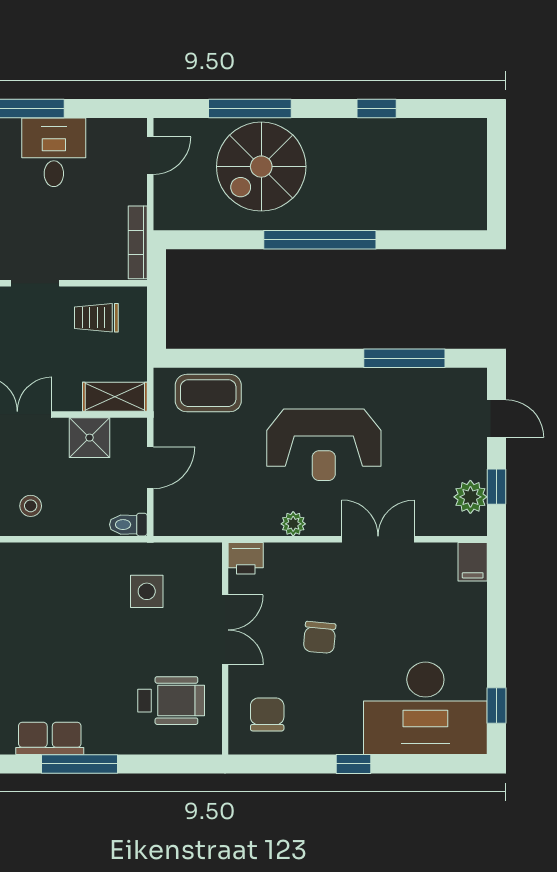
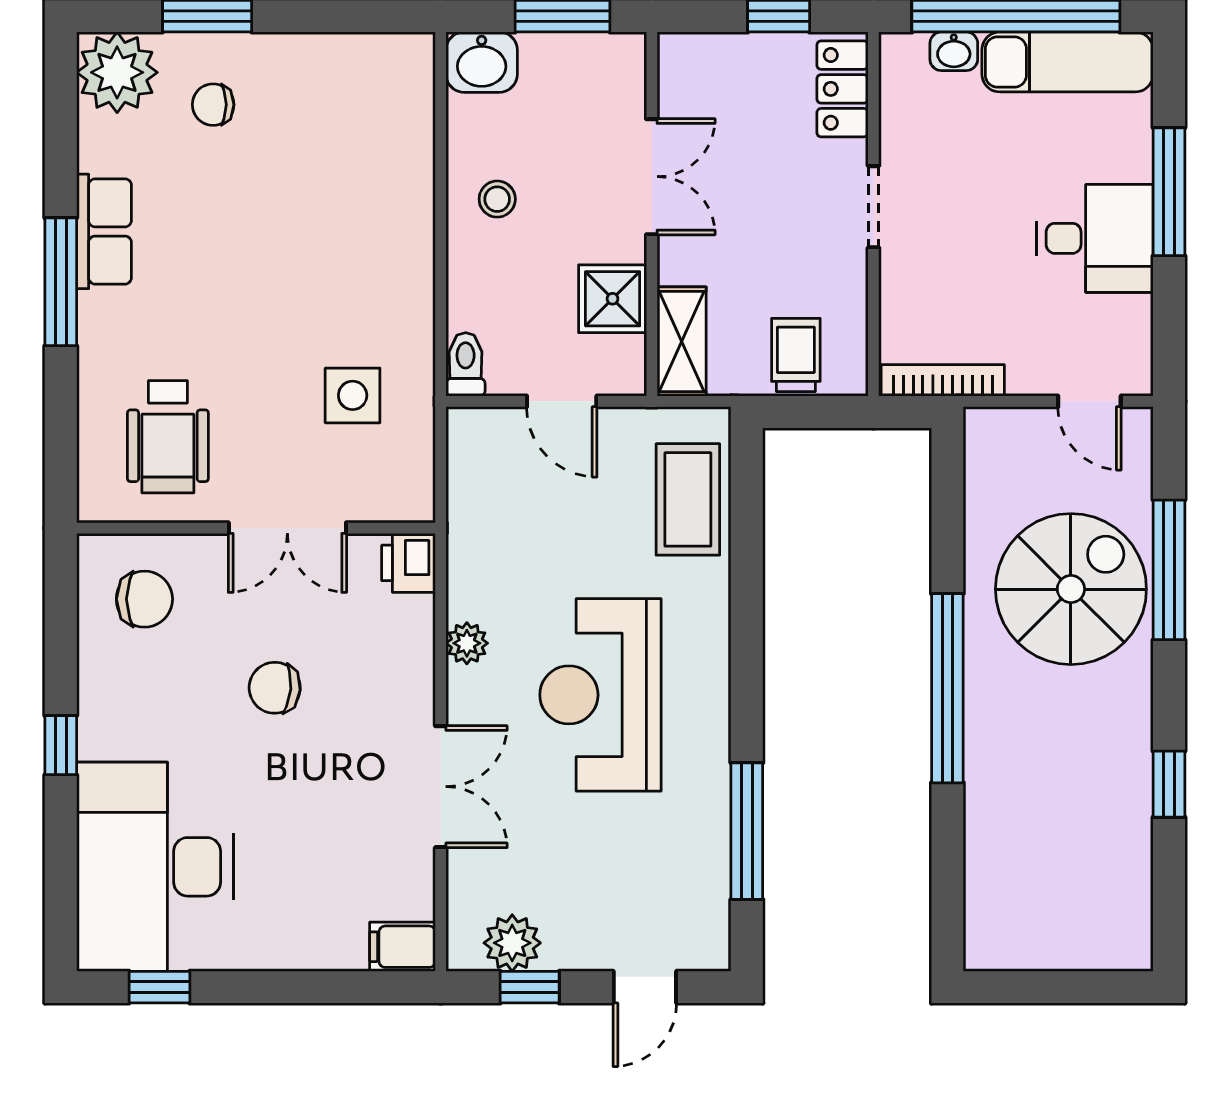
spiral stairs: (261, 167) -> (1071, 589), turned 90
trolley: (96, 318) -> (796, 355), moved

